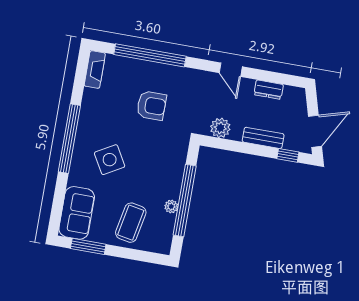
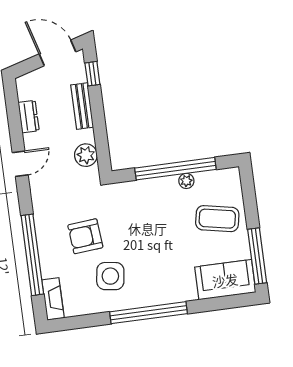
fireplace: (95, 70) -> (53, 299), moved, turned 90
armchair: (151, 106) -> (85, 236), turned -95
side table: (110, 160) -> (110, 276), moved, turned 38
window: (88, 246) -> (257, 256), width x1.44

